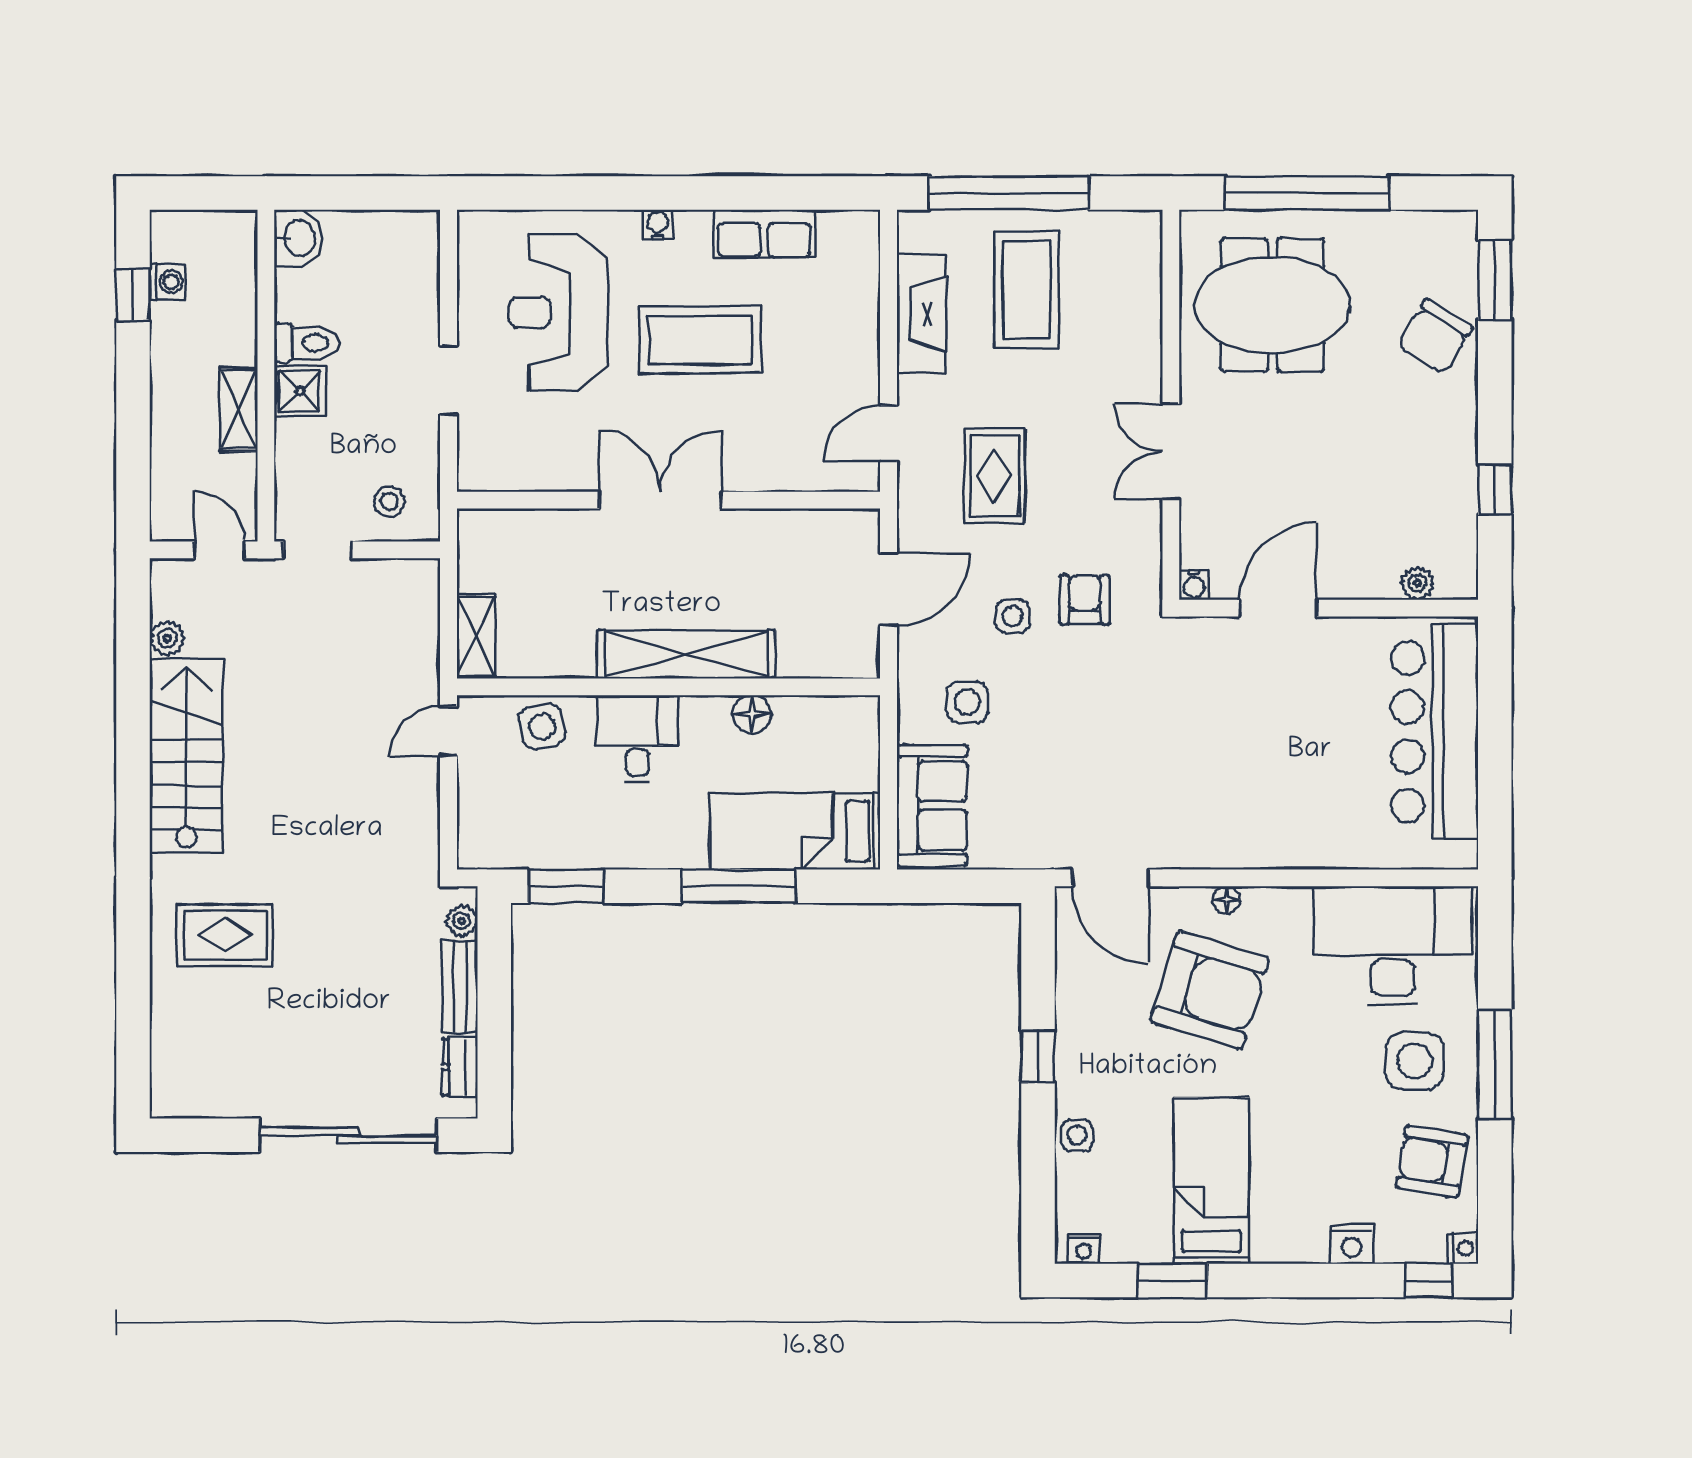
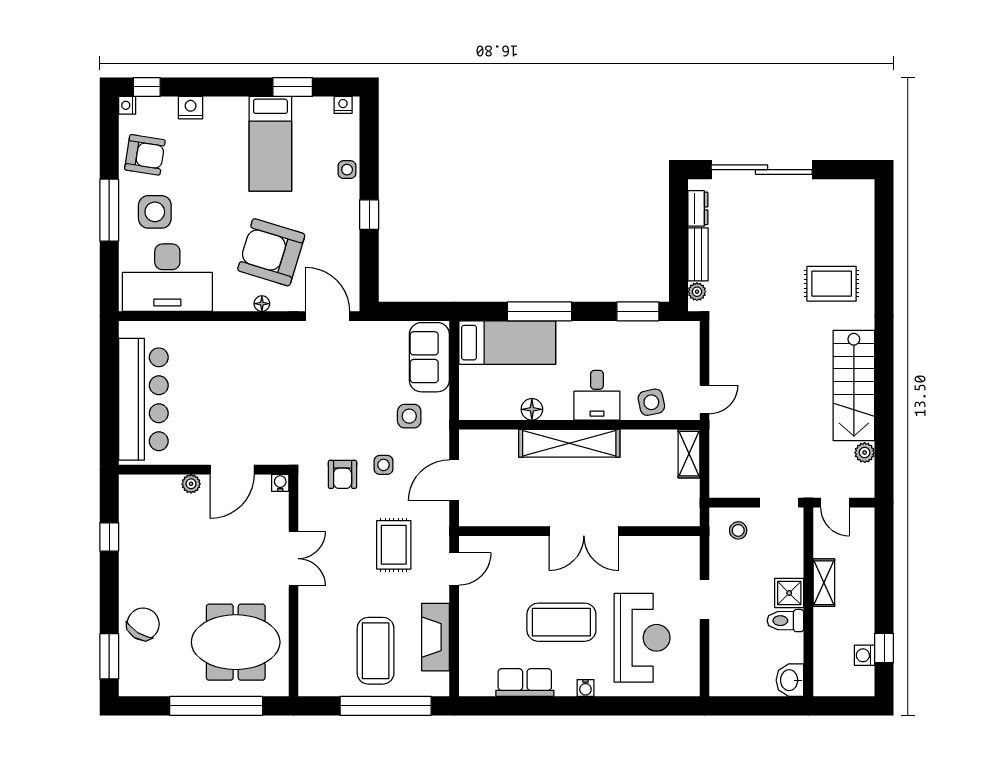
plant: (1417, 583) -> (191, 484), moved

